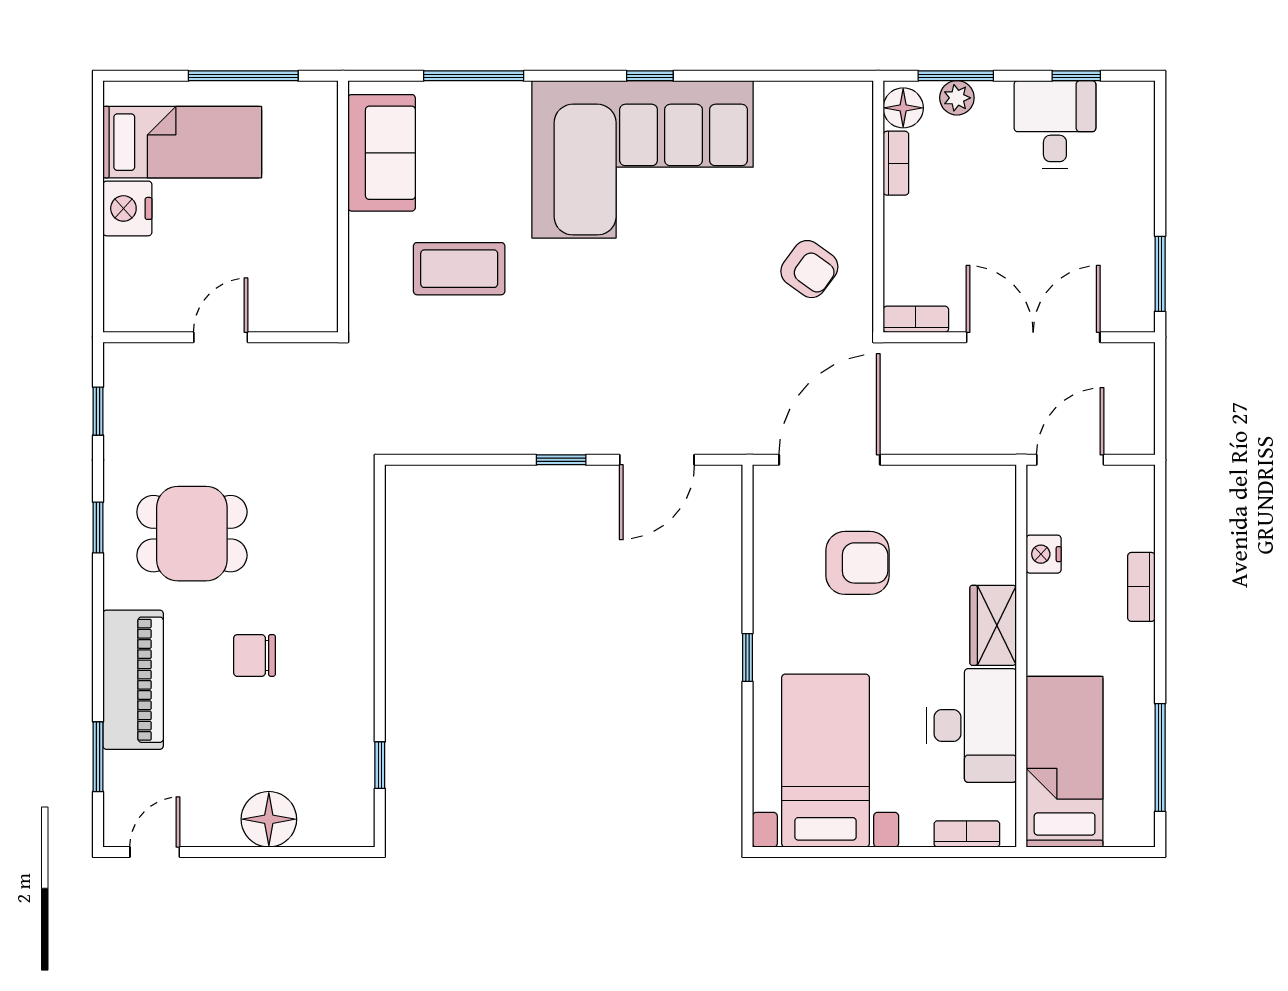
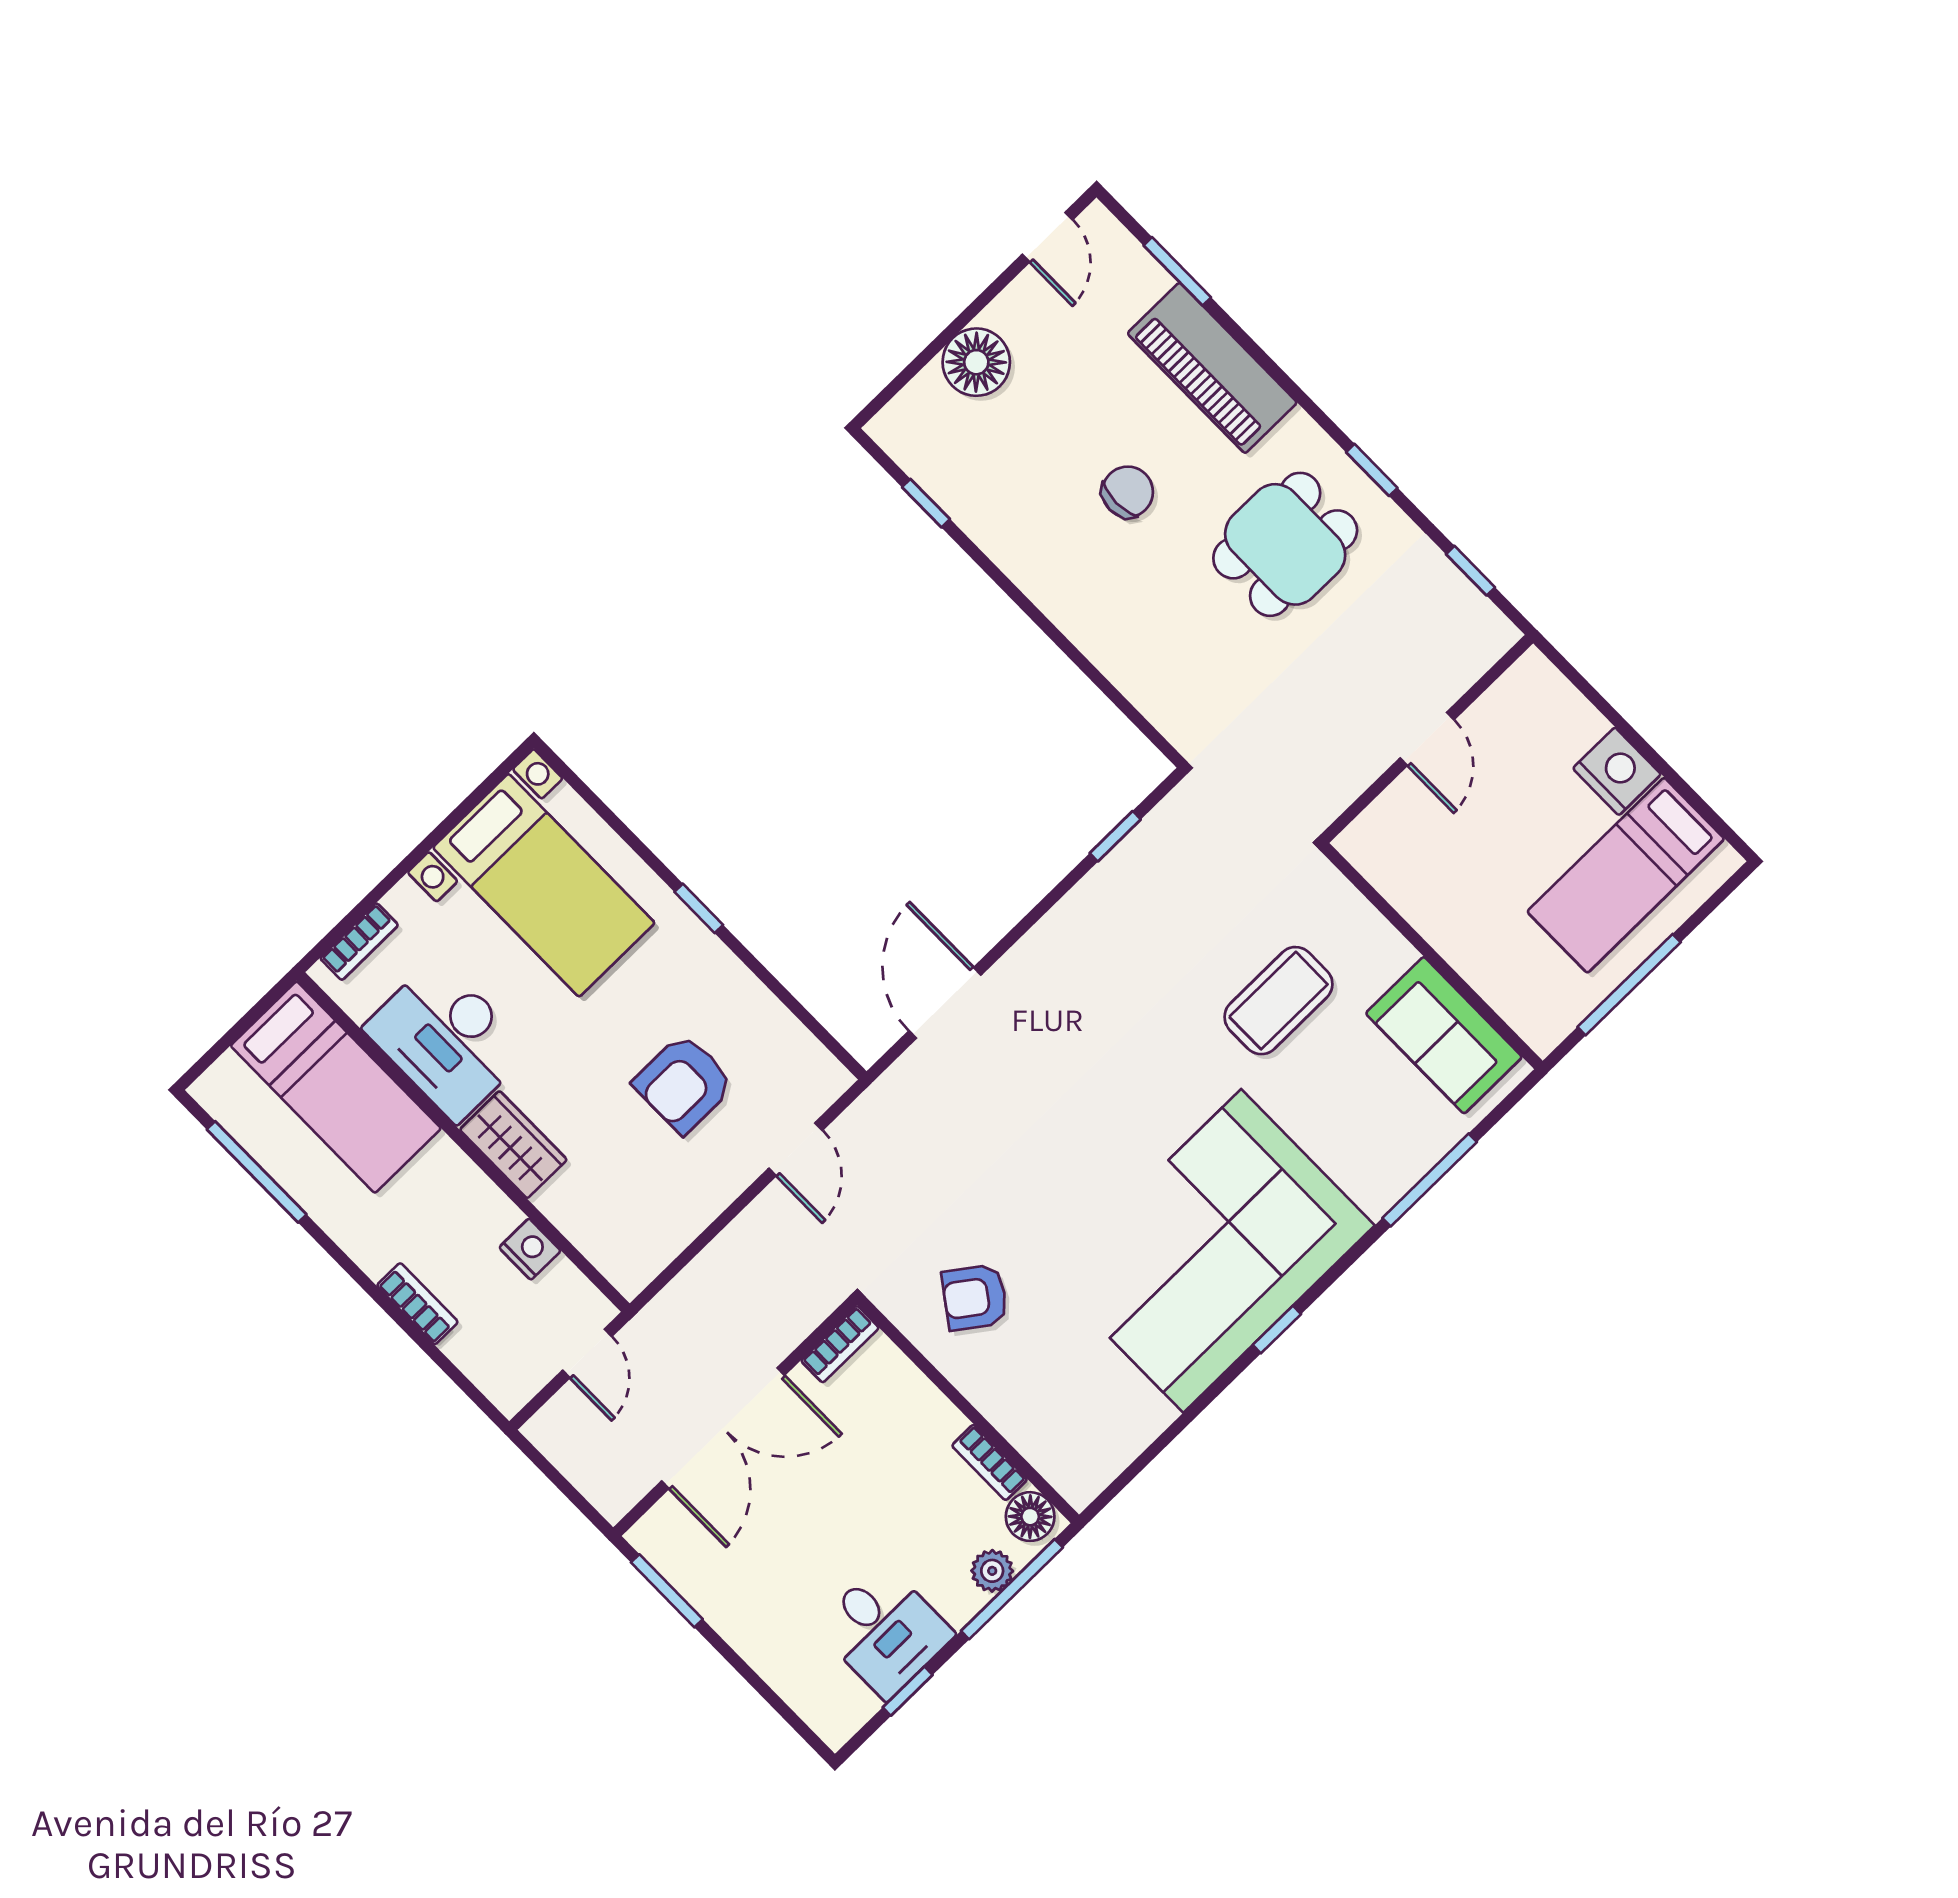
window: (956, 76) -> (1012, 1589), width x1.44
window: (561, 460) -> (1115, 836), moved
door: (830, 460) -> (796, 1149), width x0.53
door: (1070, 460) -> (587, 1353), width x0.73

